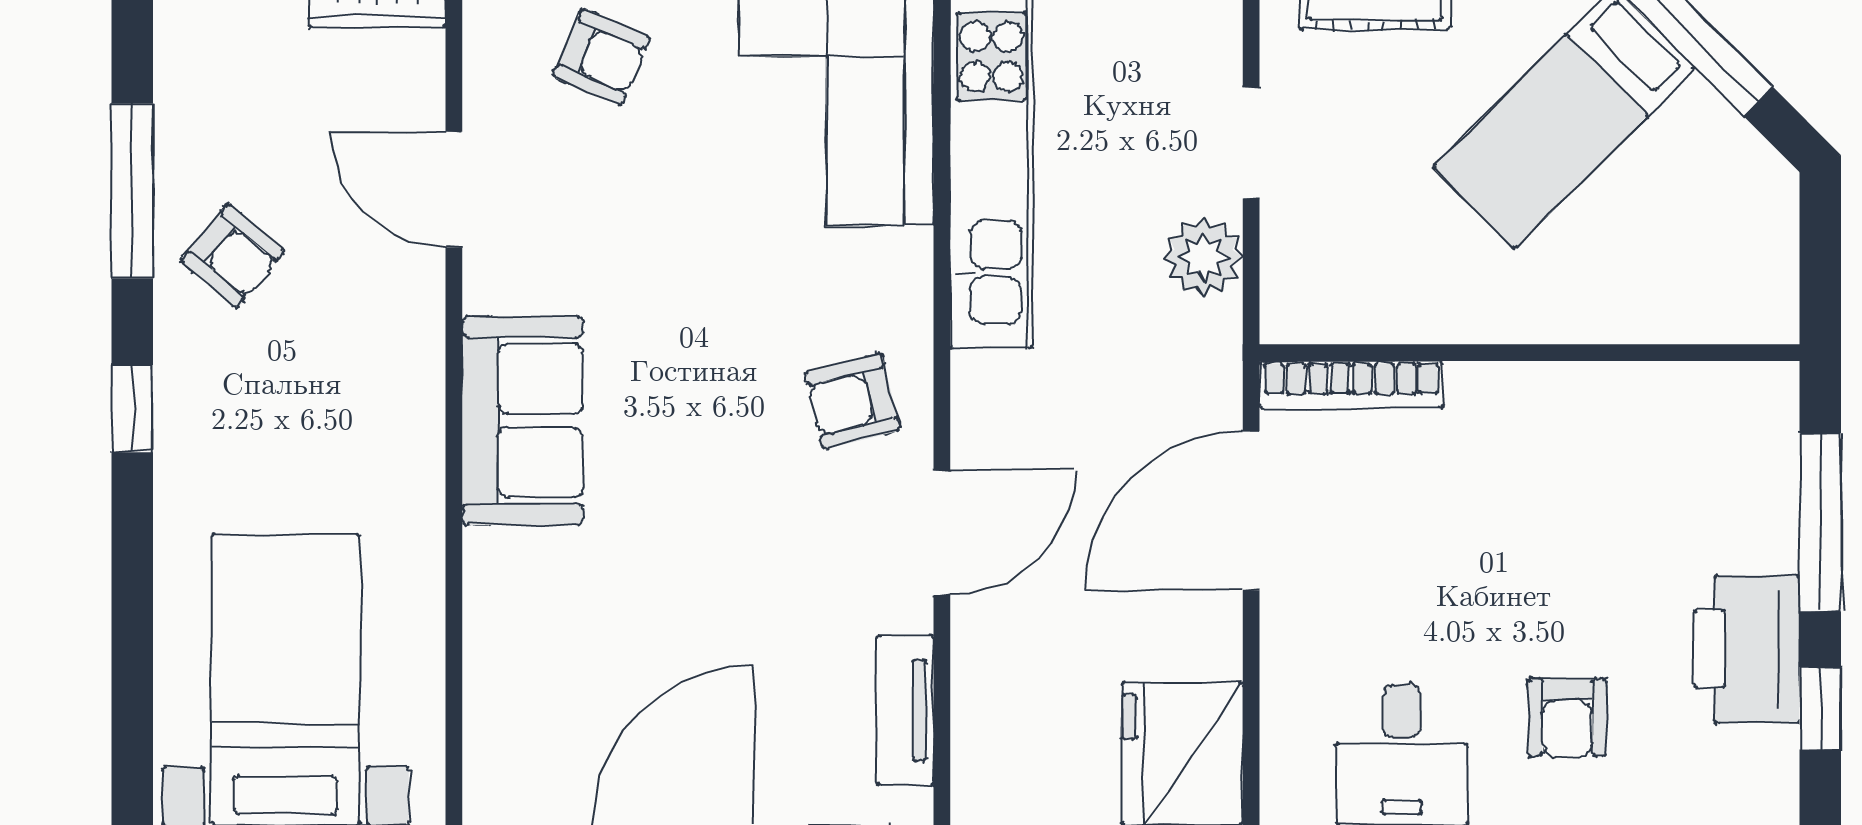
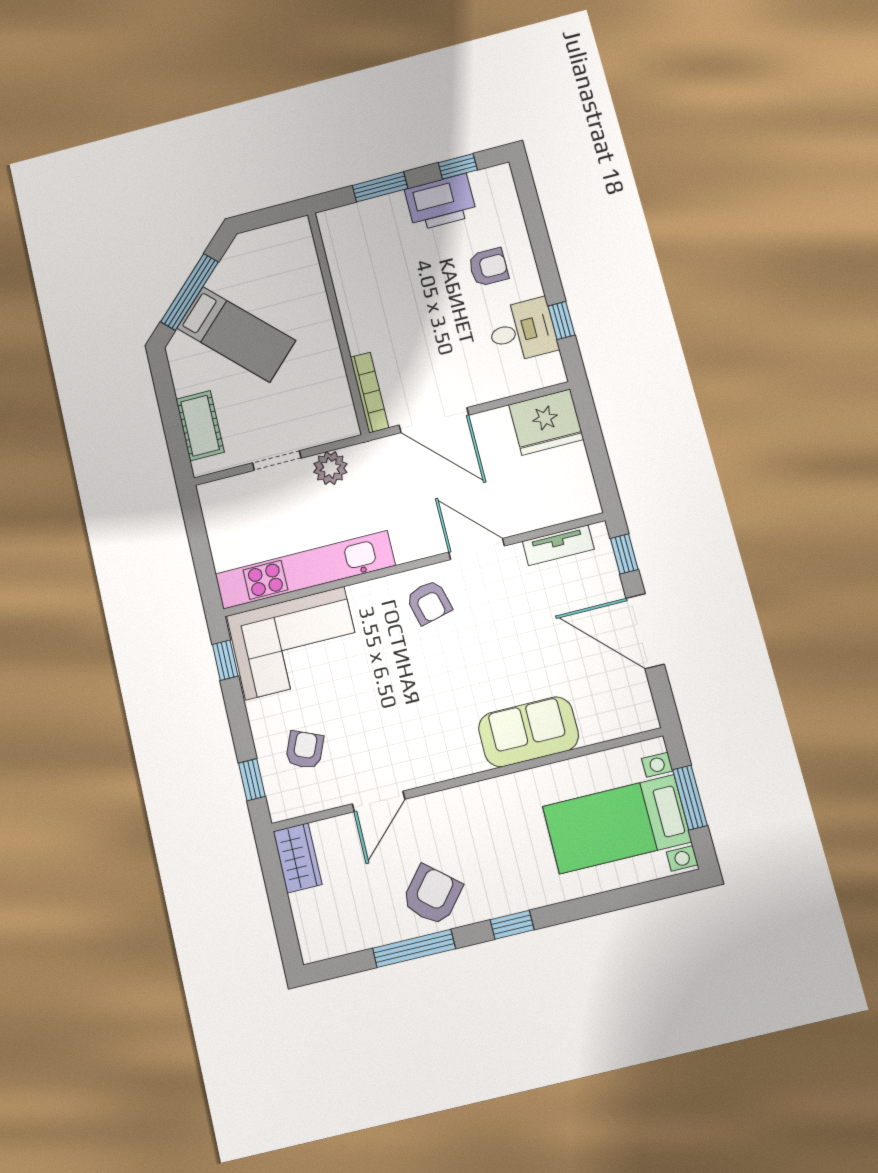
armchair: (233, 256) -> (432, 895), width x1.38, depth x1.38
sofa: (522, 420) -> (528, 732), moved
window: (1820, 522) -> (380, 187), width x0.69

